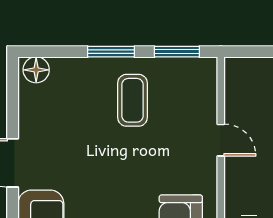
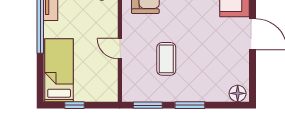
coffee table: (133, 100) -> (166, 59), moved

